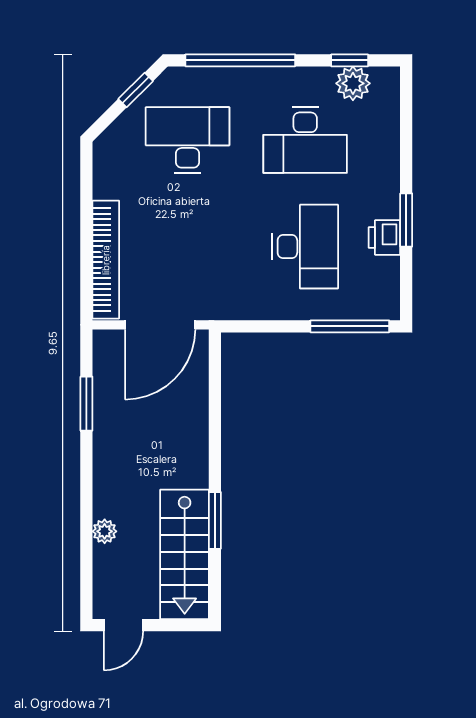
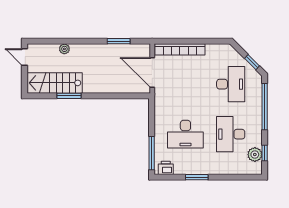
printer: (384, 237) -> (166, 168), moved

